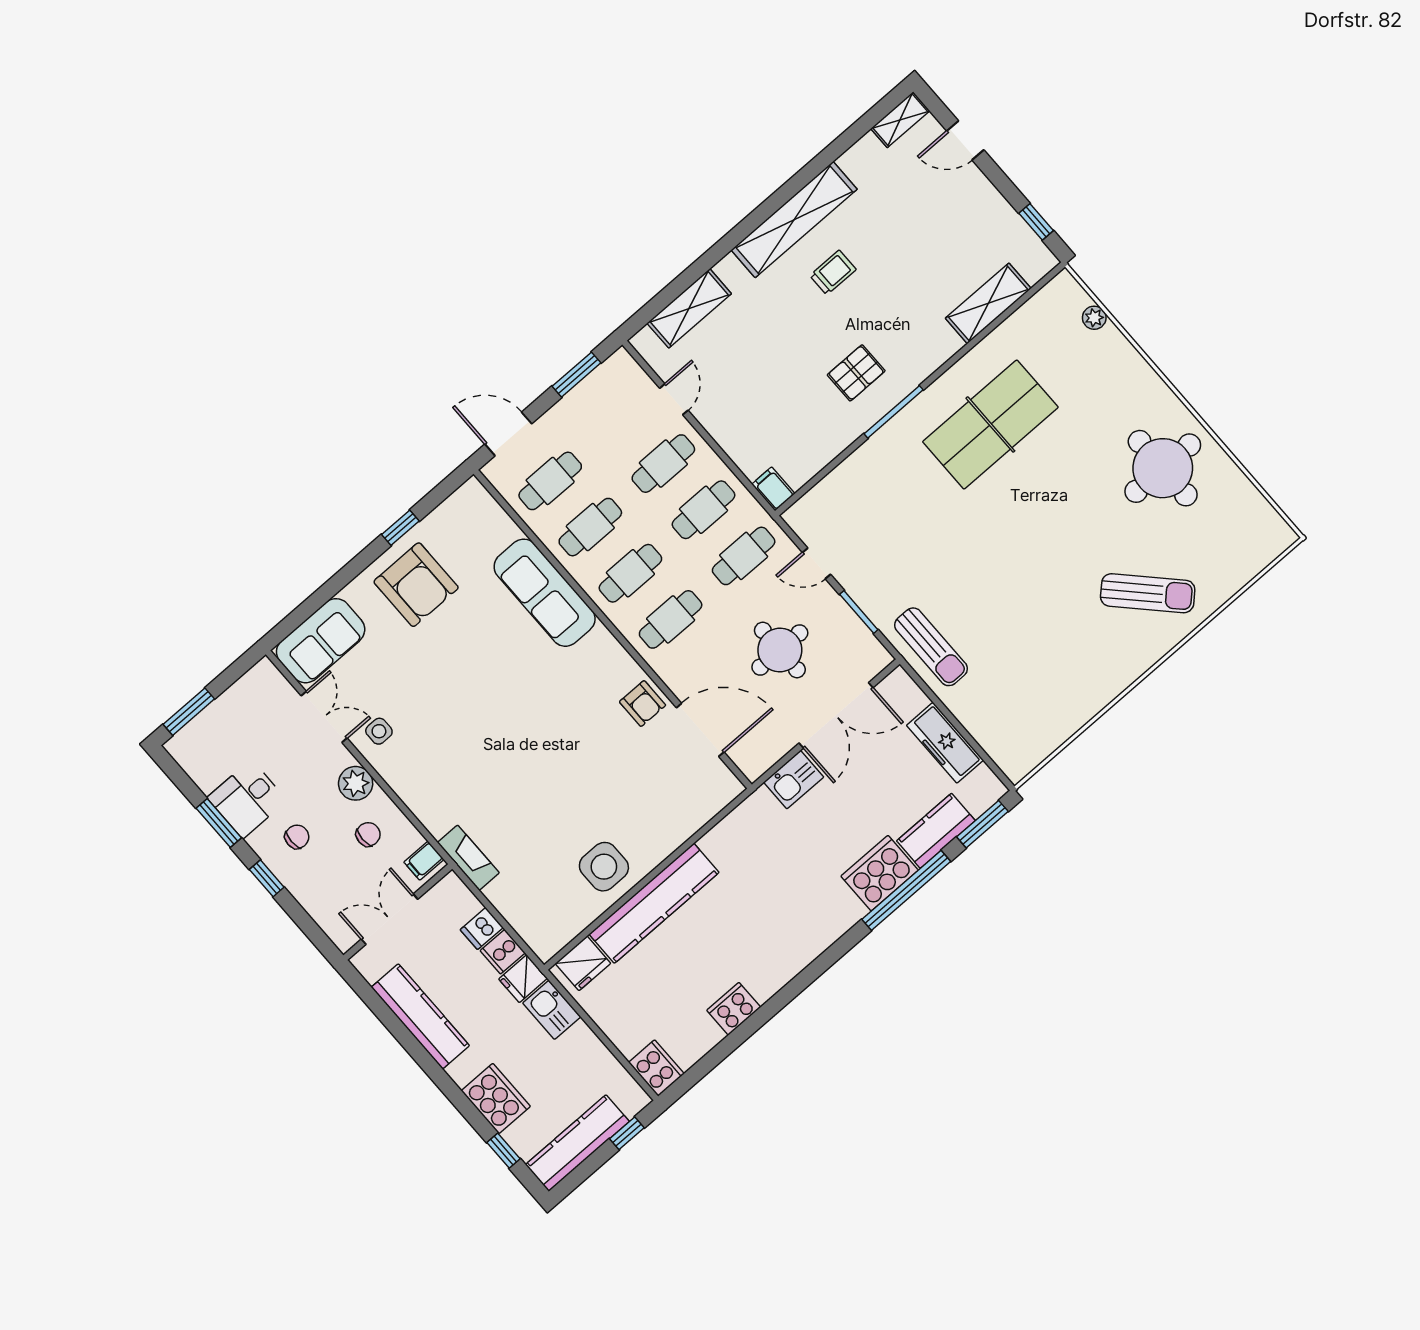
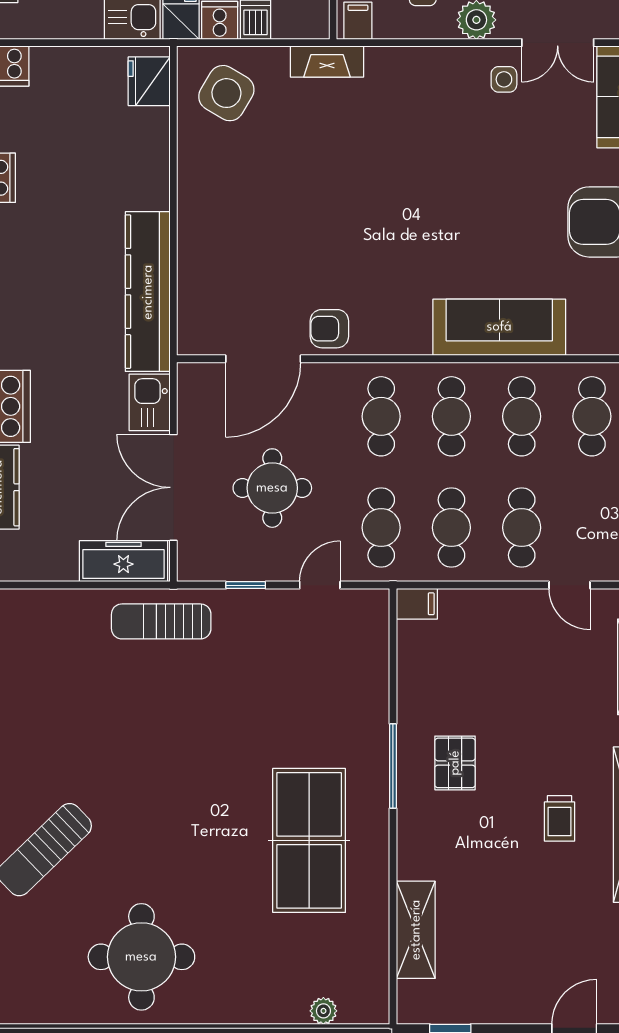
window: (859, 612) -> (246, 585), width x0.67
freezer: (945, 743) -> (123, 561), moved
side table: (604, 867) -> (226, 93), moved, turned 31
kitchen counter: (654, 903) -> (148, 292), moved

